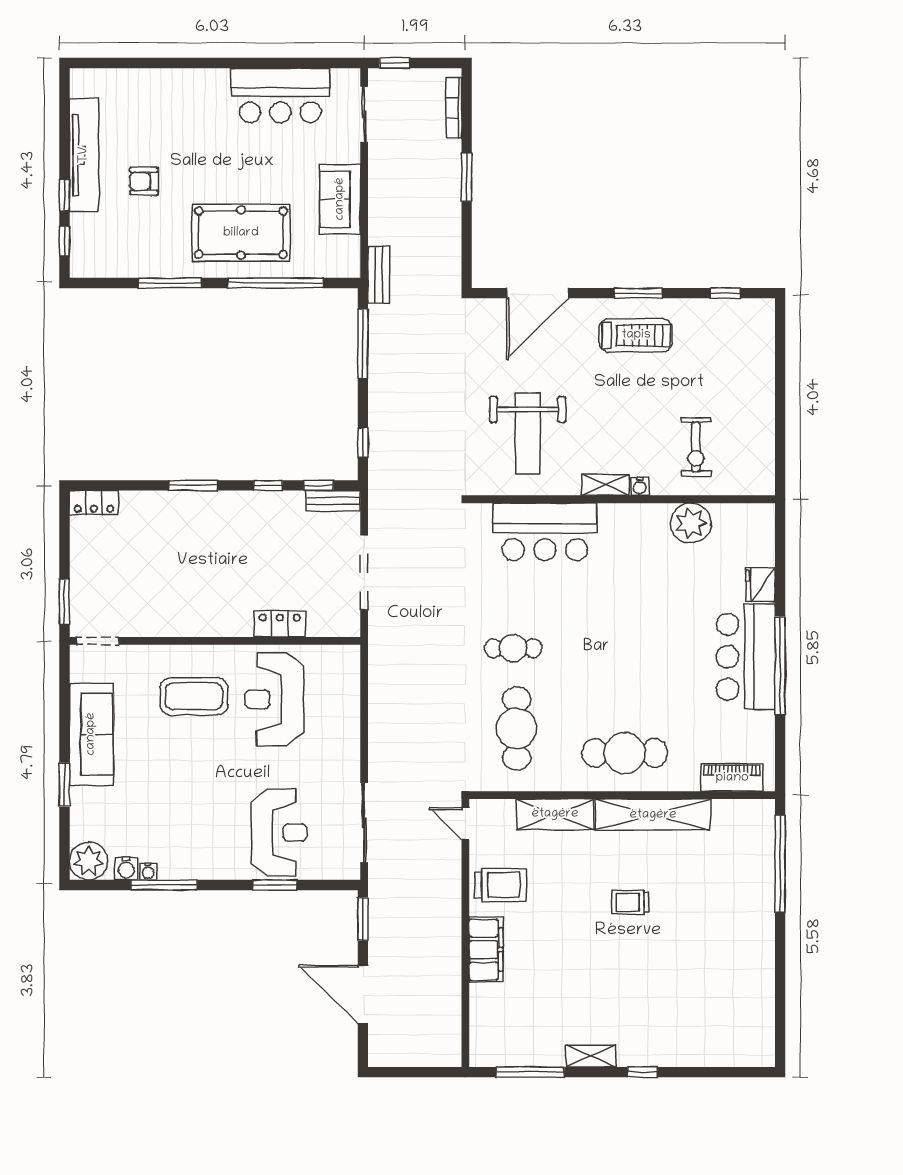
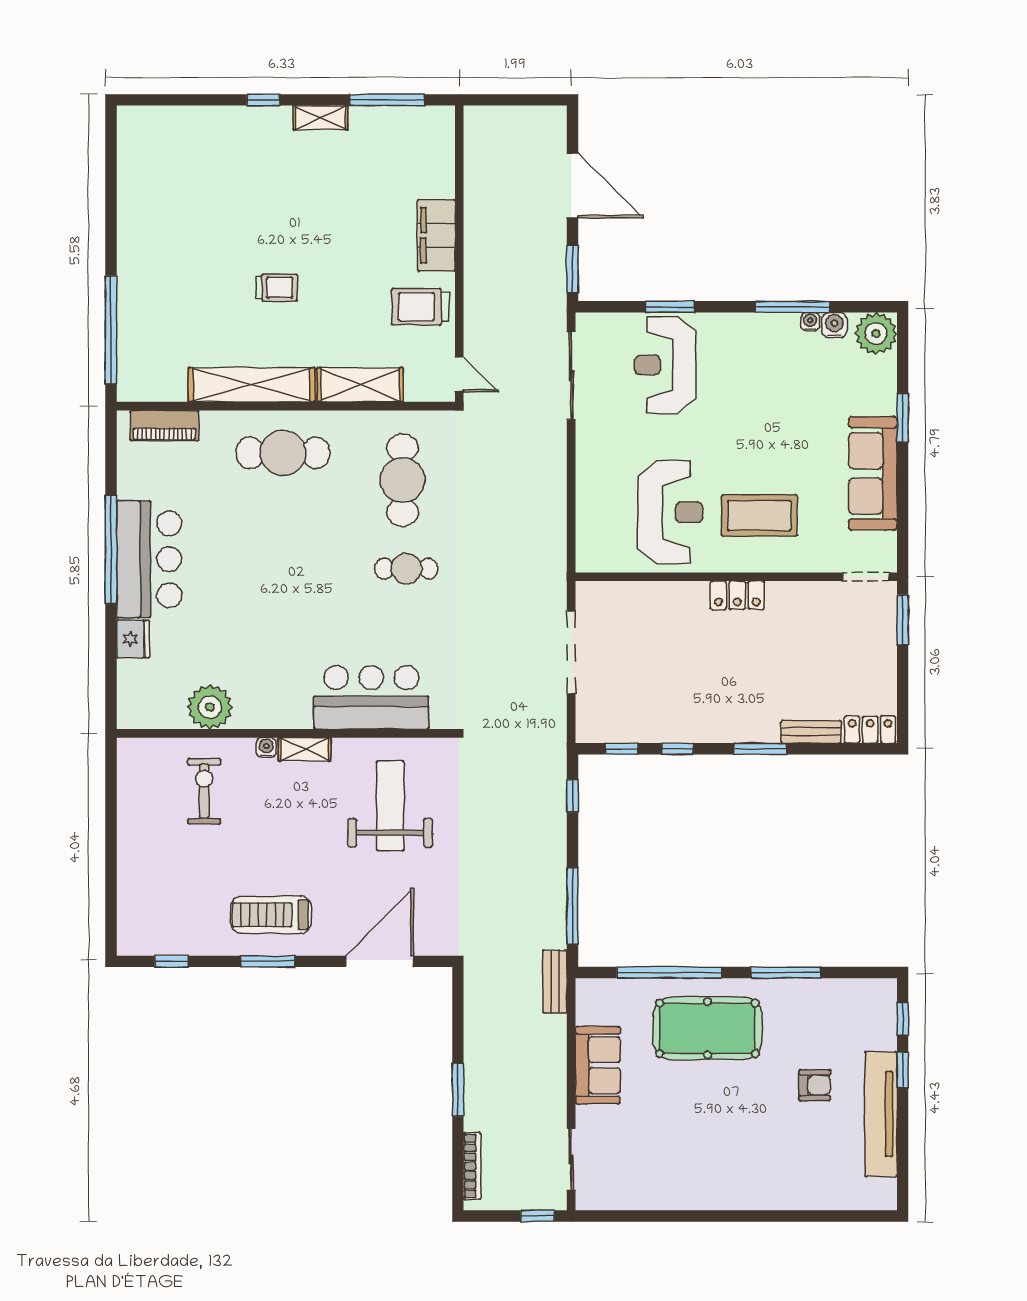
bar counter: (280, 95) -> (664, 1180), removed
bench: (333, 501) -> (811, 732), moved
locker: (280, 624) -> (737, 595), moved

